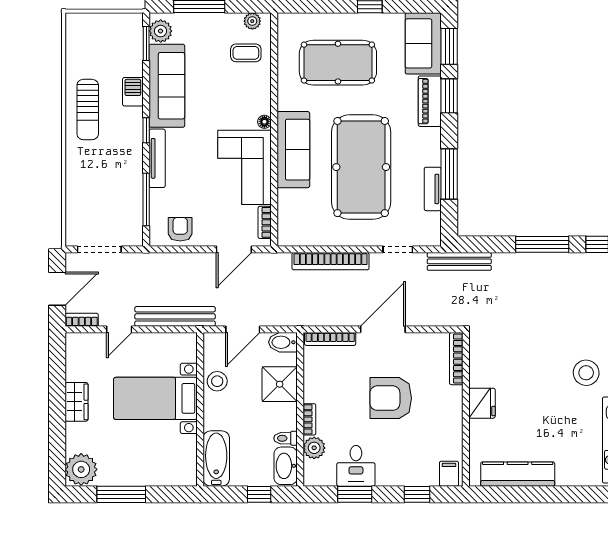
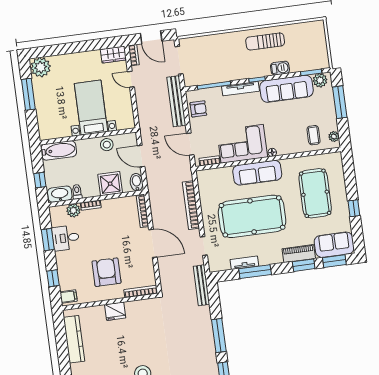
bench: (175, 316) -> (176, 101), moved
armchair: (391, 398) -> (106, 272), moved
wardrobe: (76, 402) -> (113, 55), moved

